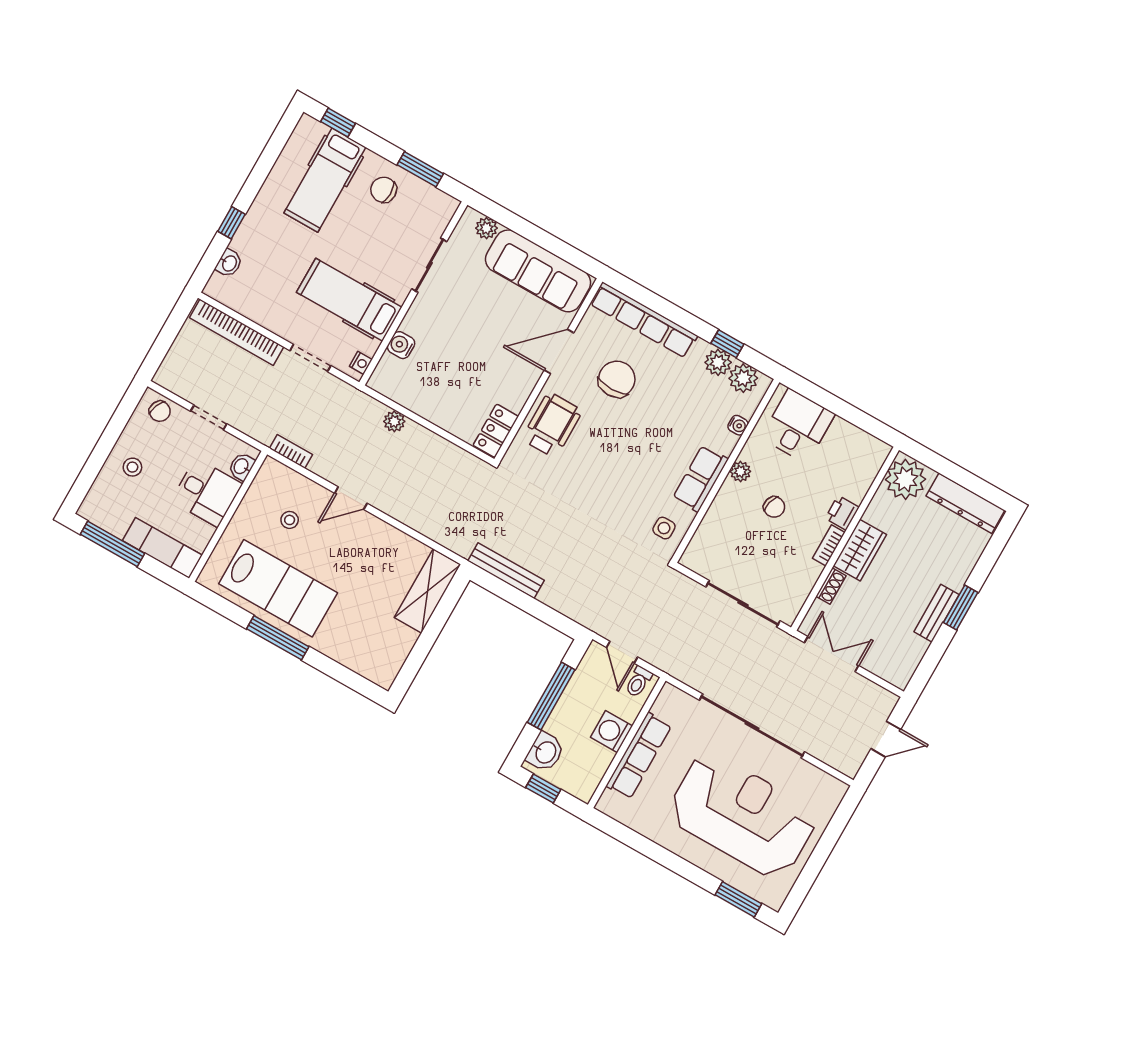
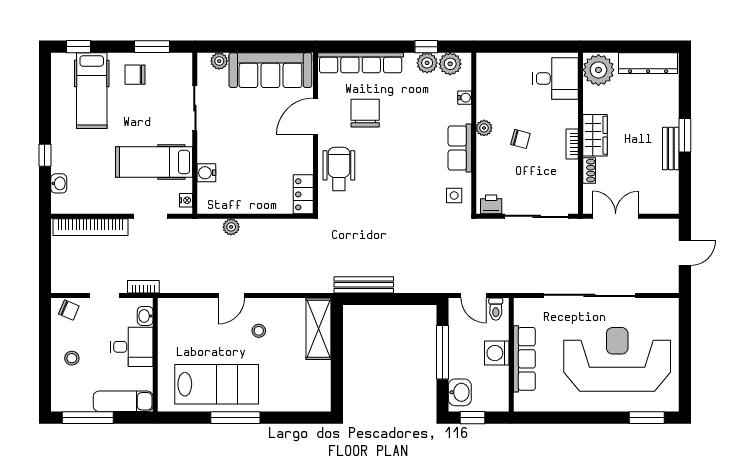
desk: (798, 426) -> (556, 79), moved, turned 90
bookcase: (291, 451) -> (143, 287), moved
printer: (842, 513) -> (491, 204), moved, turned 90
stool: (290, 520) -> (259, 331), moved

